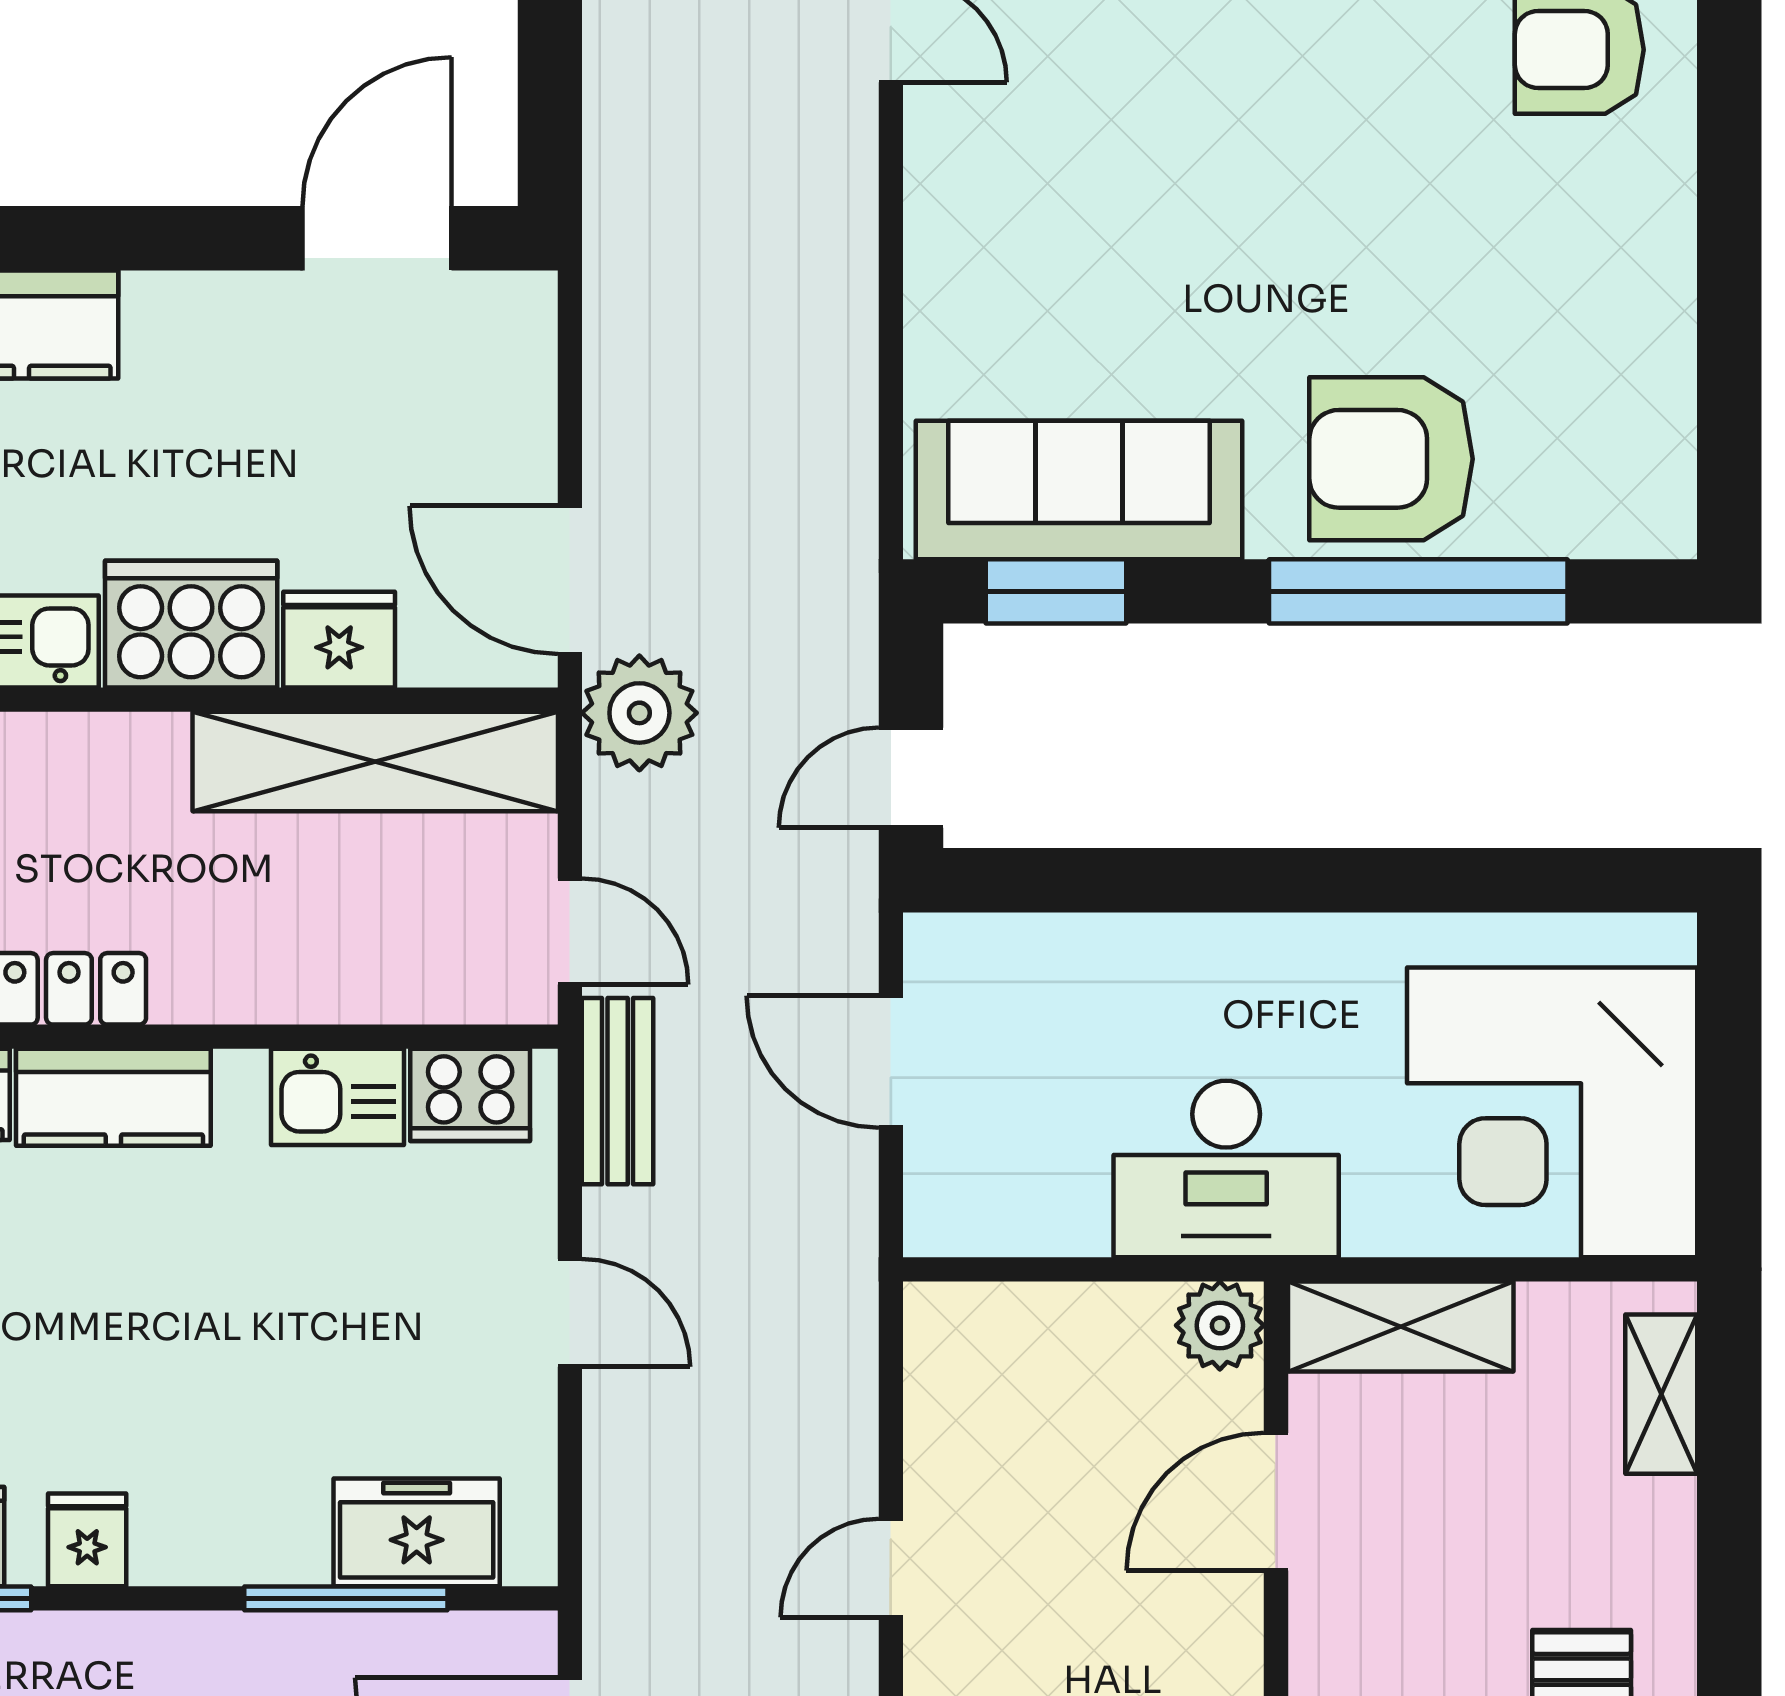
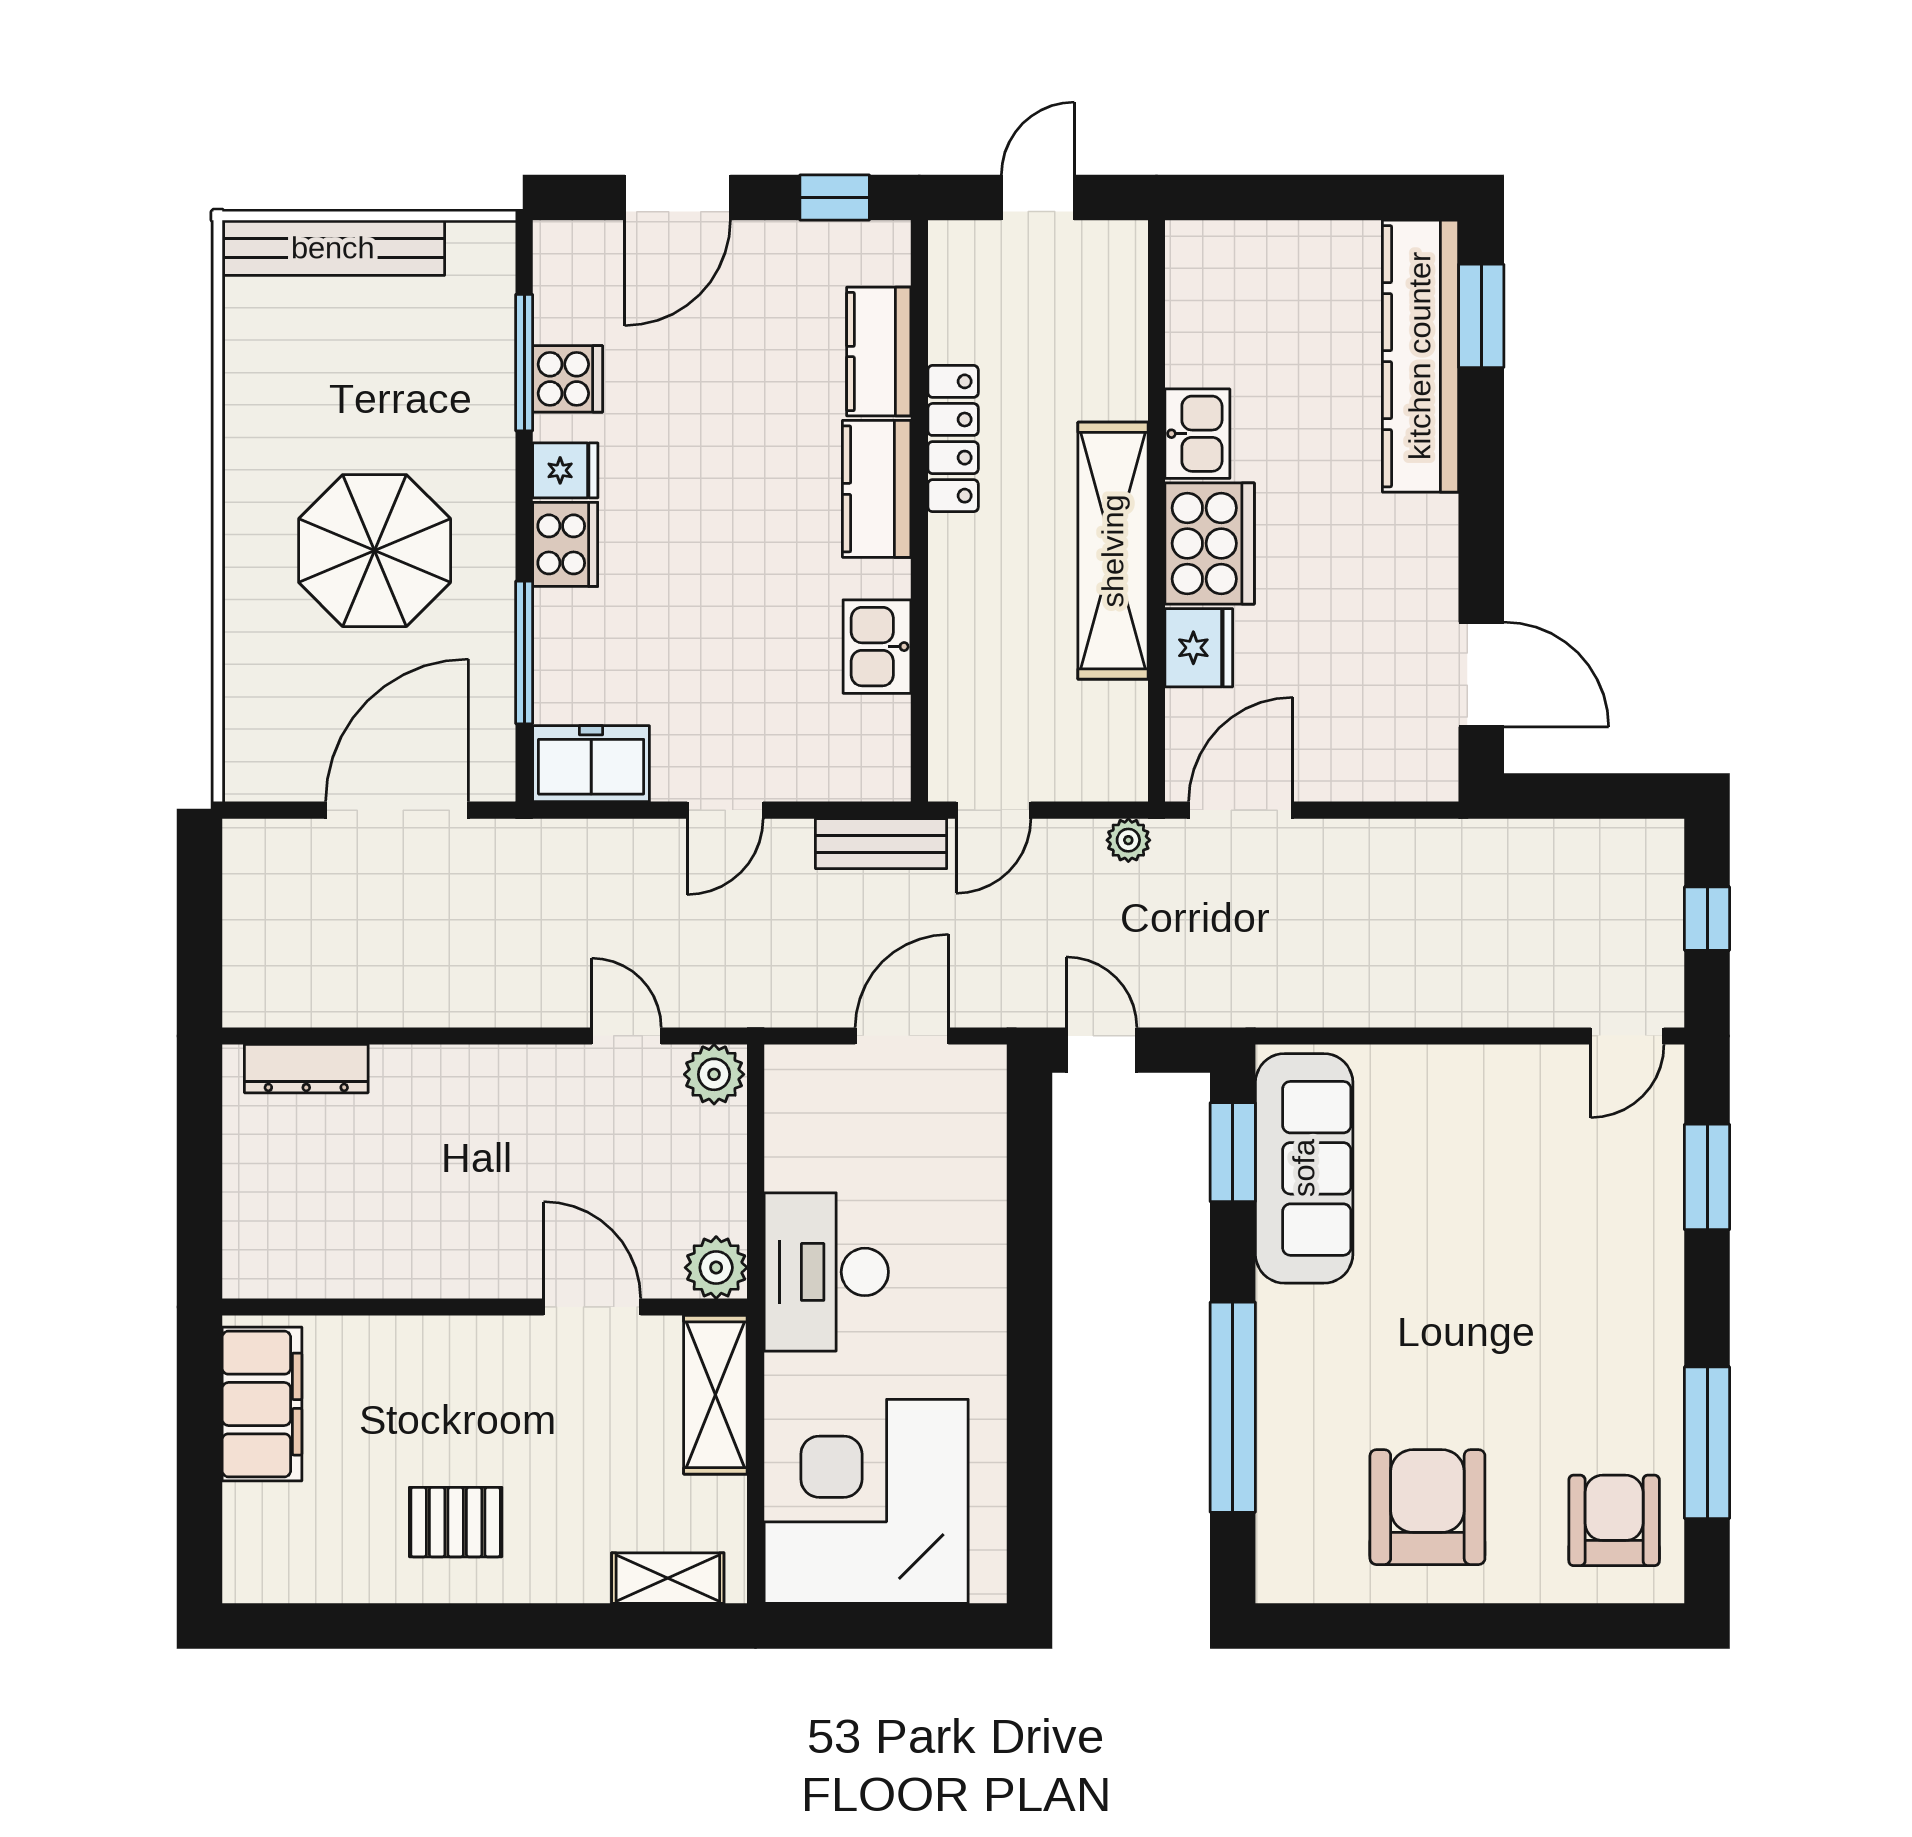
armchair: (1391, 459) -> (1427, 1507), moved
plant: (639, 713) -> (1128, 840), width x0.53, depth x0.53
shelving: (375, 762) -> (1113, 551), moved
cooker: (470, 1095) -> (565, 544), moved, turned 180
plant: (945, 1328) -> (714, 1074), added
freezer: (417, 1532) -> (591, 764), moved, turned -90
door: (891, 1568) -> (626, 1036), moved

